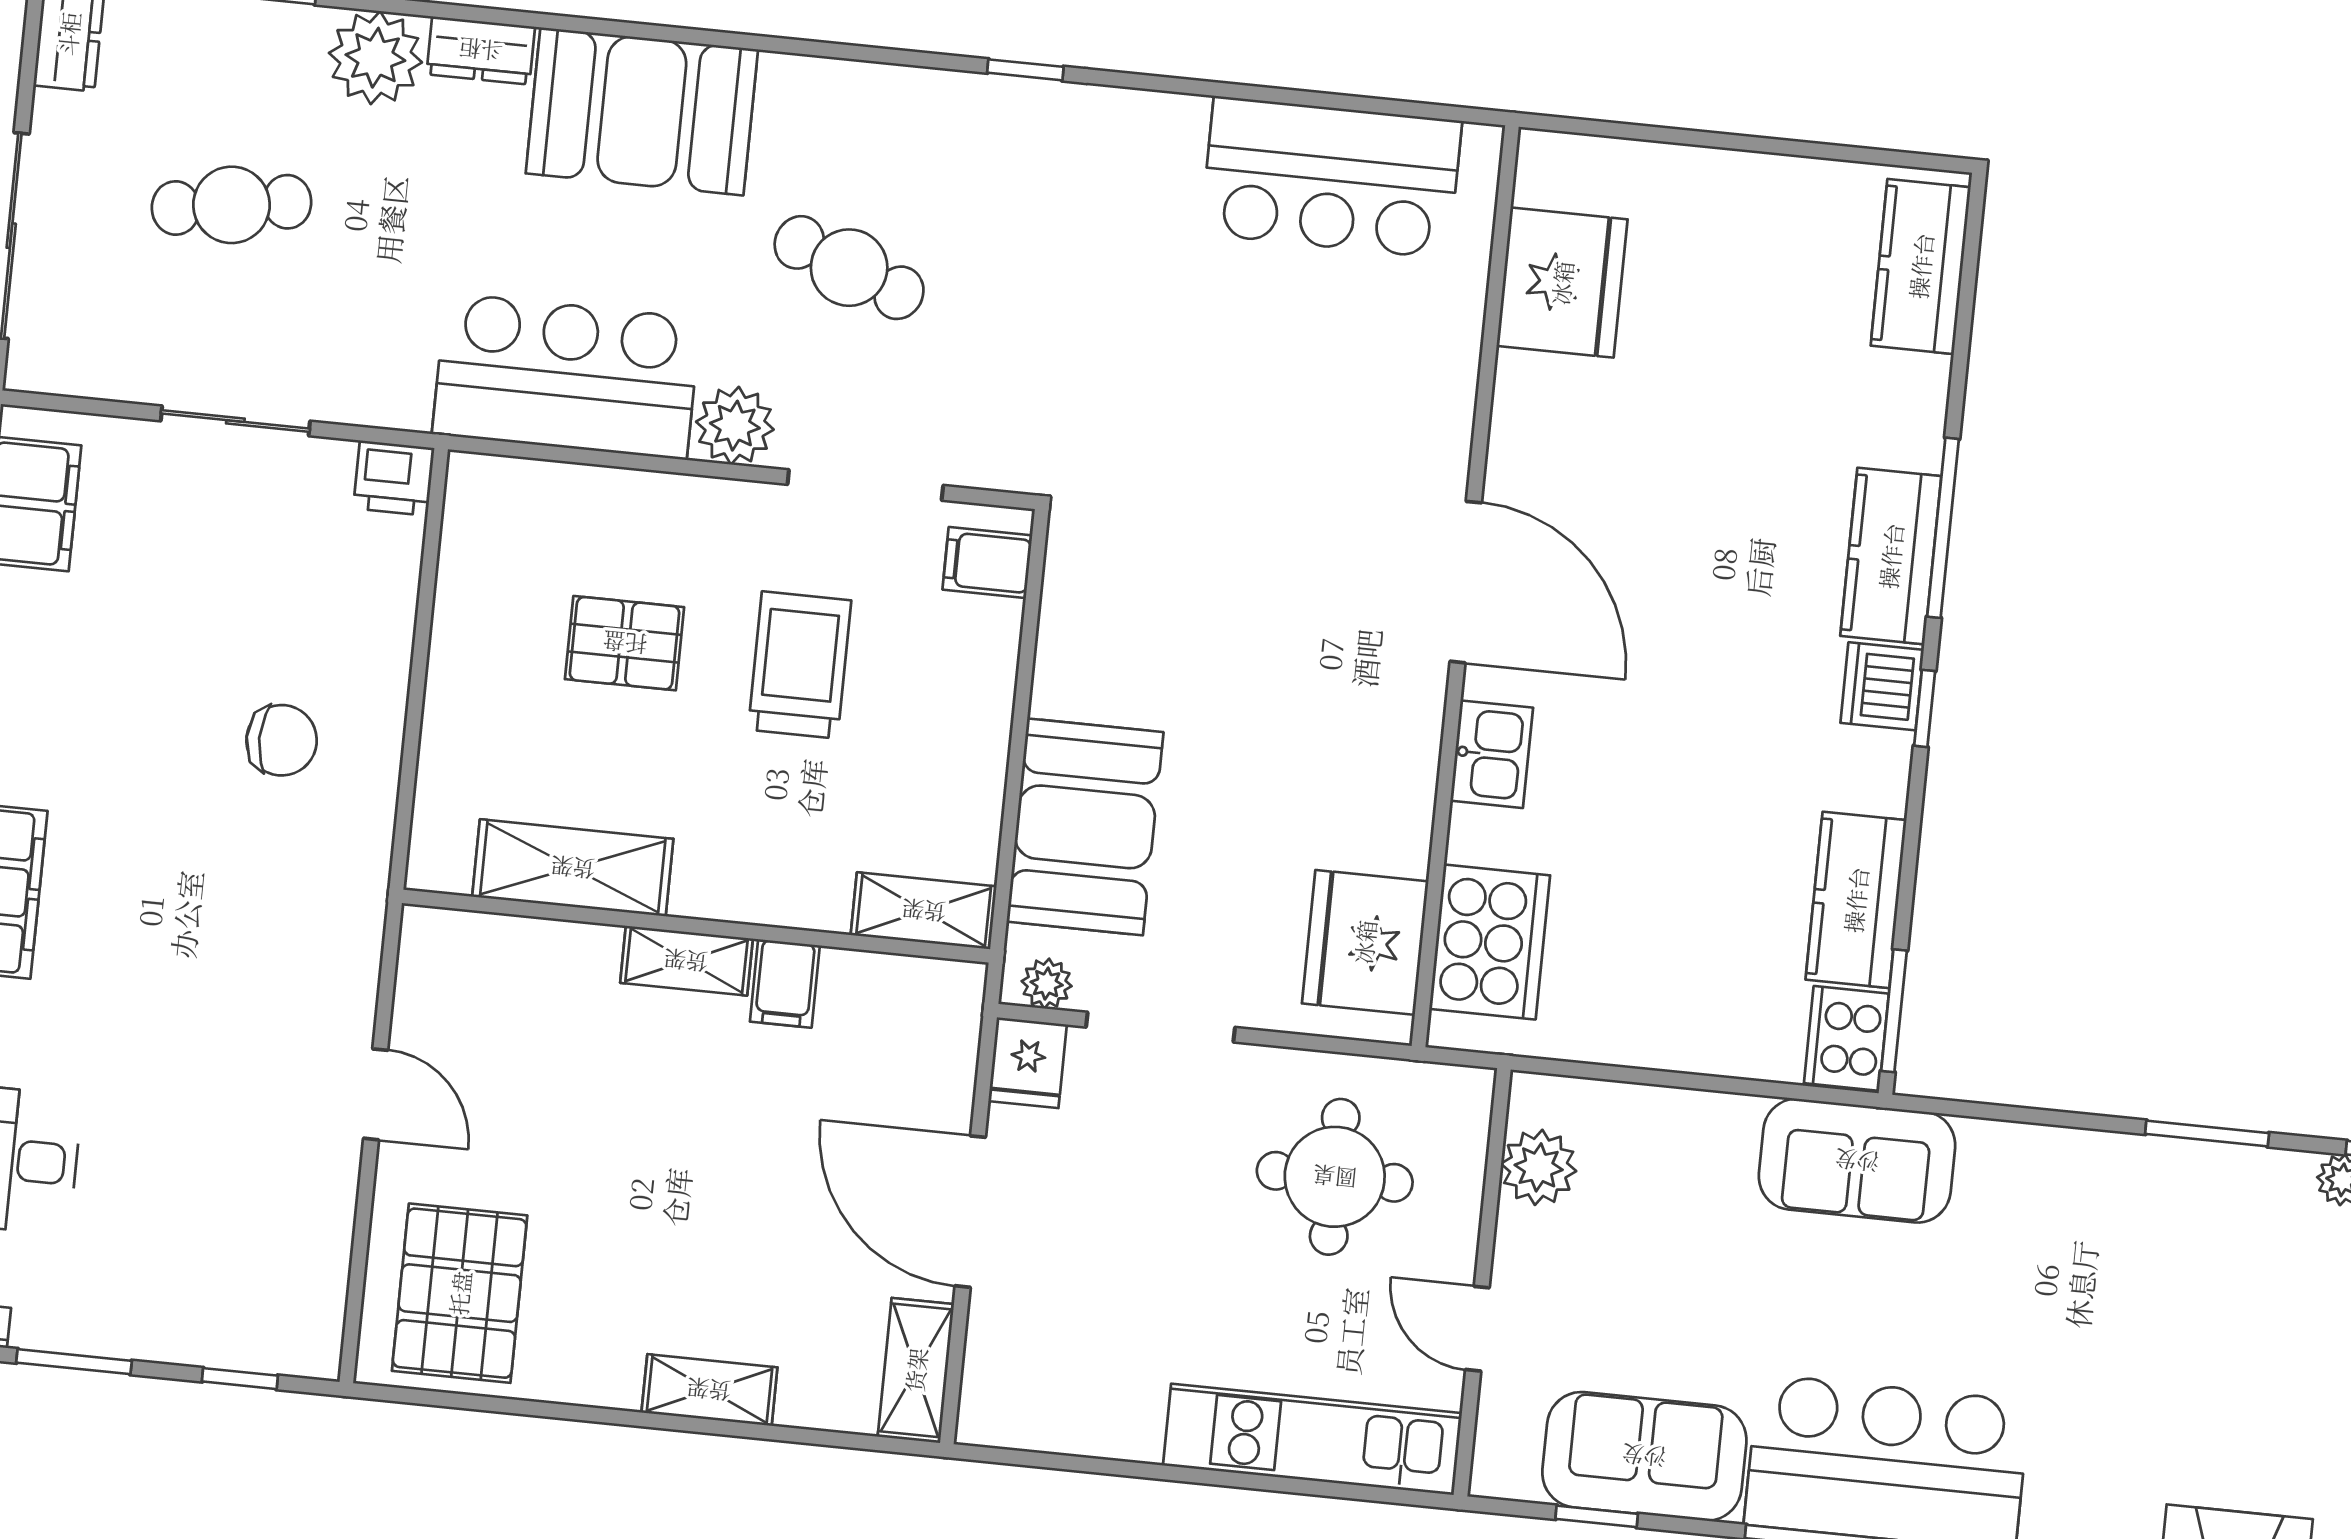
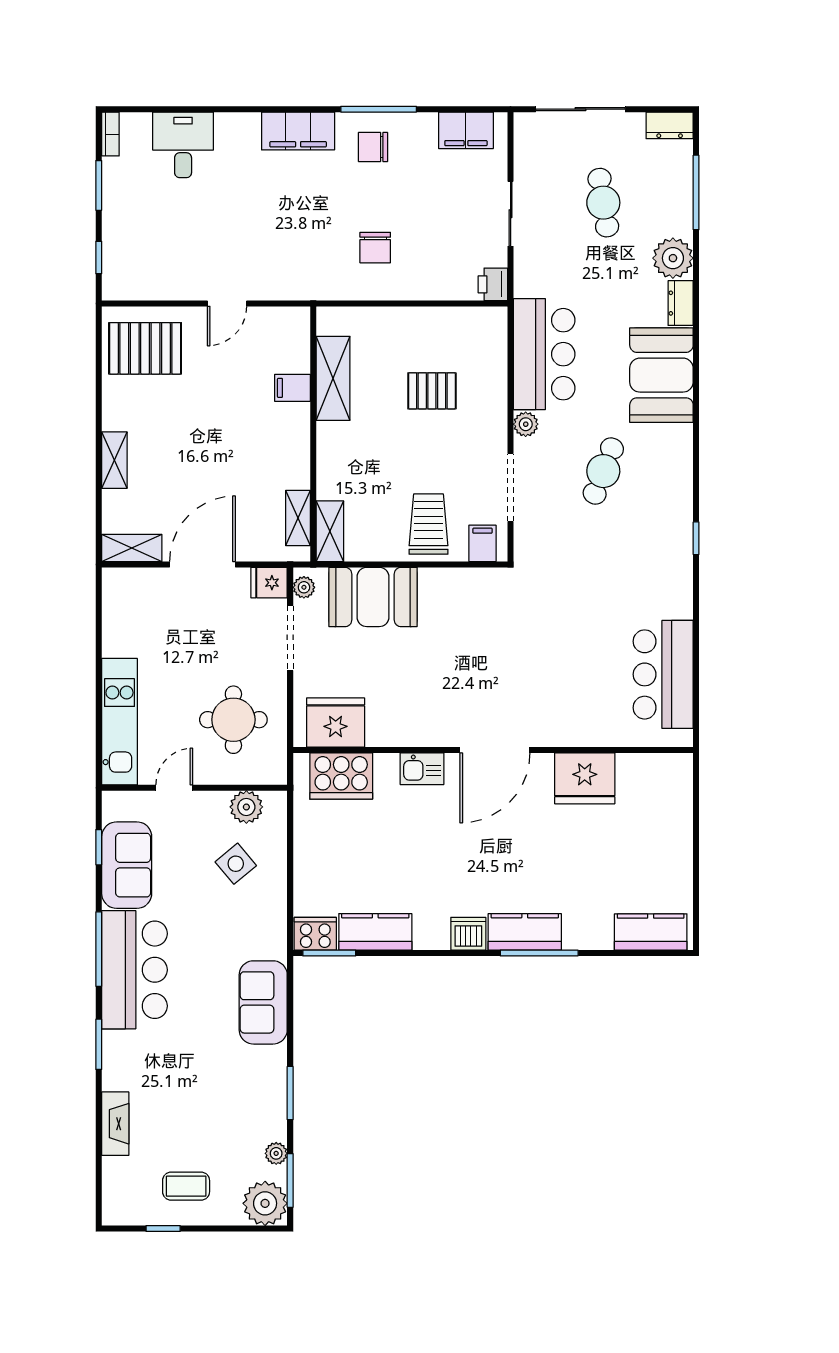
fridge: (1562, 283) -> (585, 778), moved
plant: (735, 426) -> (526, 424), width x0.73, depth x0.73
pallet: (625, 643) -> (432, 391), turned 90
trolley: (800, 665) -> (428, 524), moved, turned -90
window: (1925, 708) -> (461, 953), removed
chair: (50, 722) -> (373, 147), added
shelving: (686, 961) -> (298, 518), moved
filing cabinet: (785, 983) -> (293, 388), moved
sofa: (1857, 1161) -> (263, 1002), moved
side table: (1667, 1205) -> (236, 864), added

